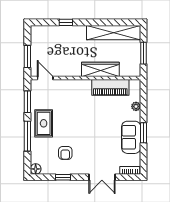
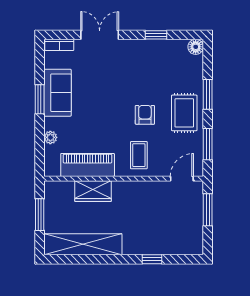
wardrobe: (100, 69) -> (93, 191), width x0.67
door: (45, 78) -> (182, 179), swing flipped
coffee table: (75, 94) -> (139, 155), added
window: (27, 136) -> (208, 94), width x0.69
armchair: (65, 153) -> (145, 115), moved

